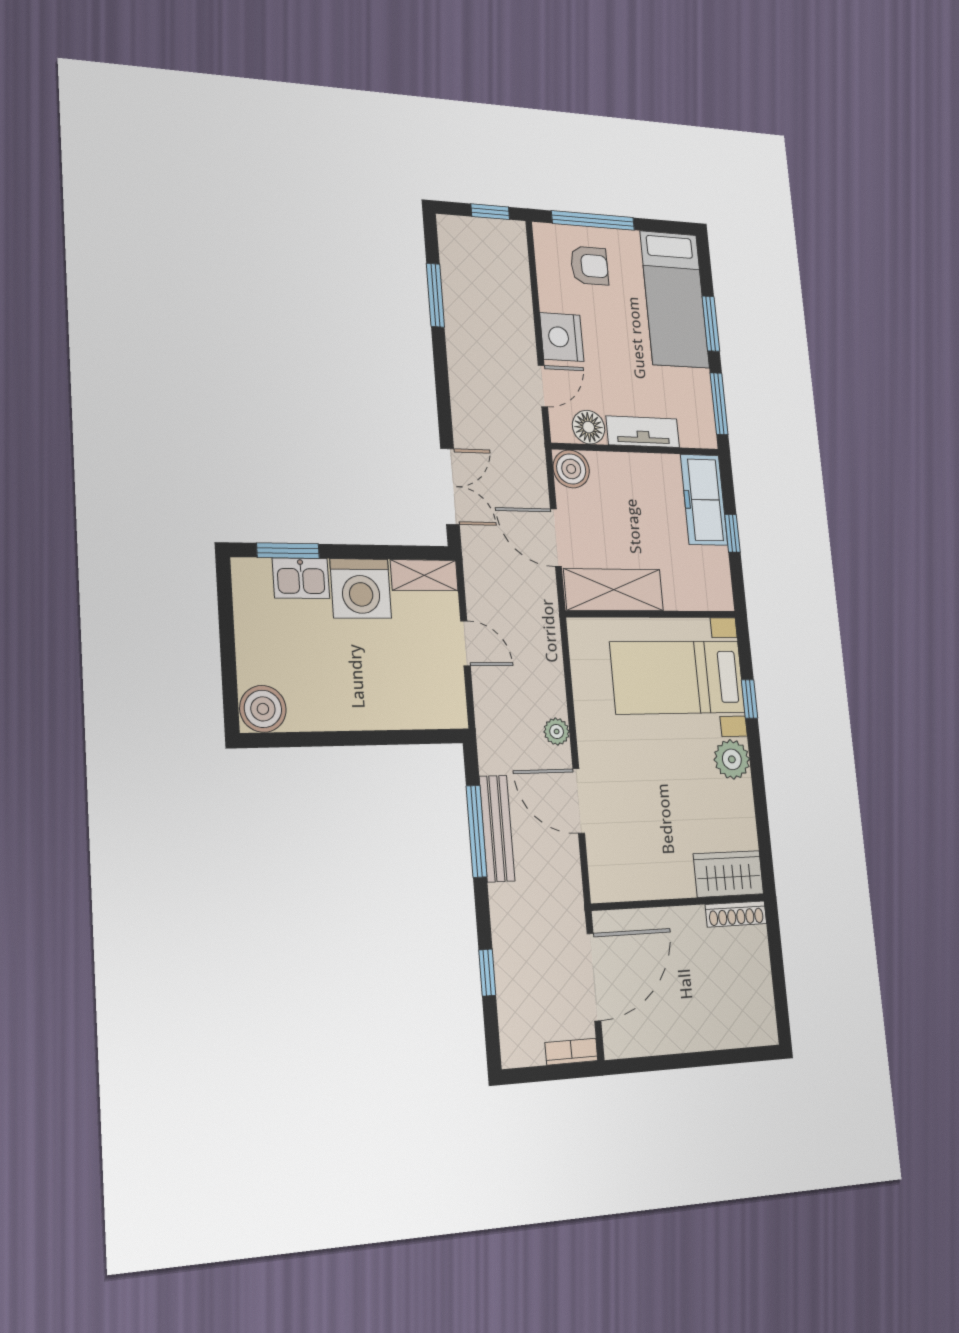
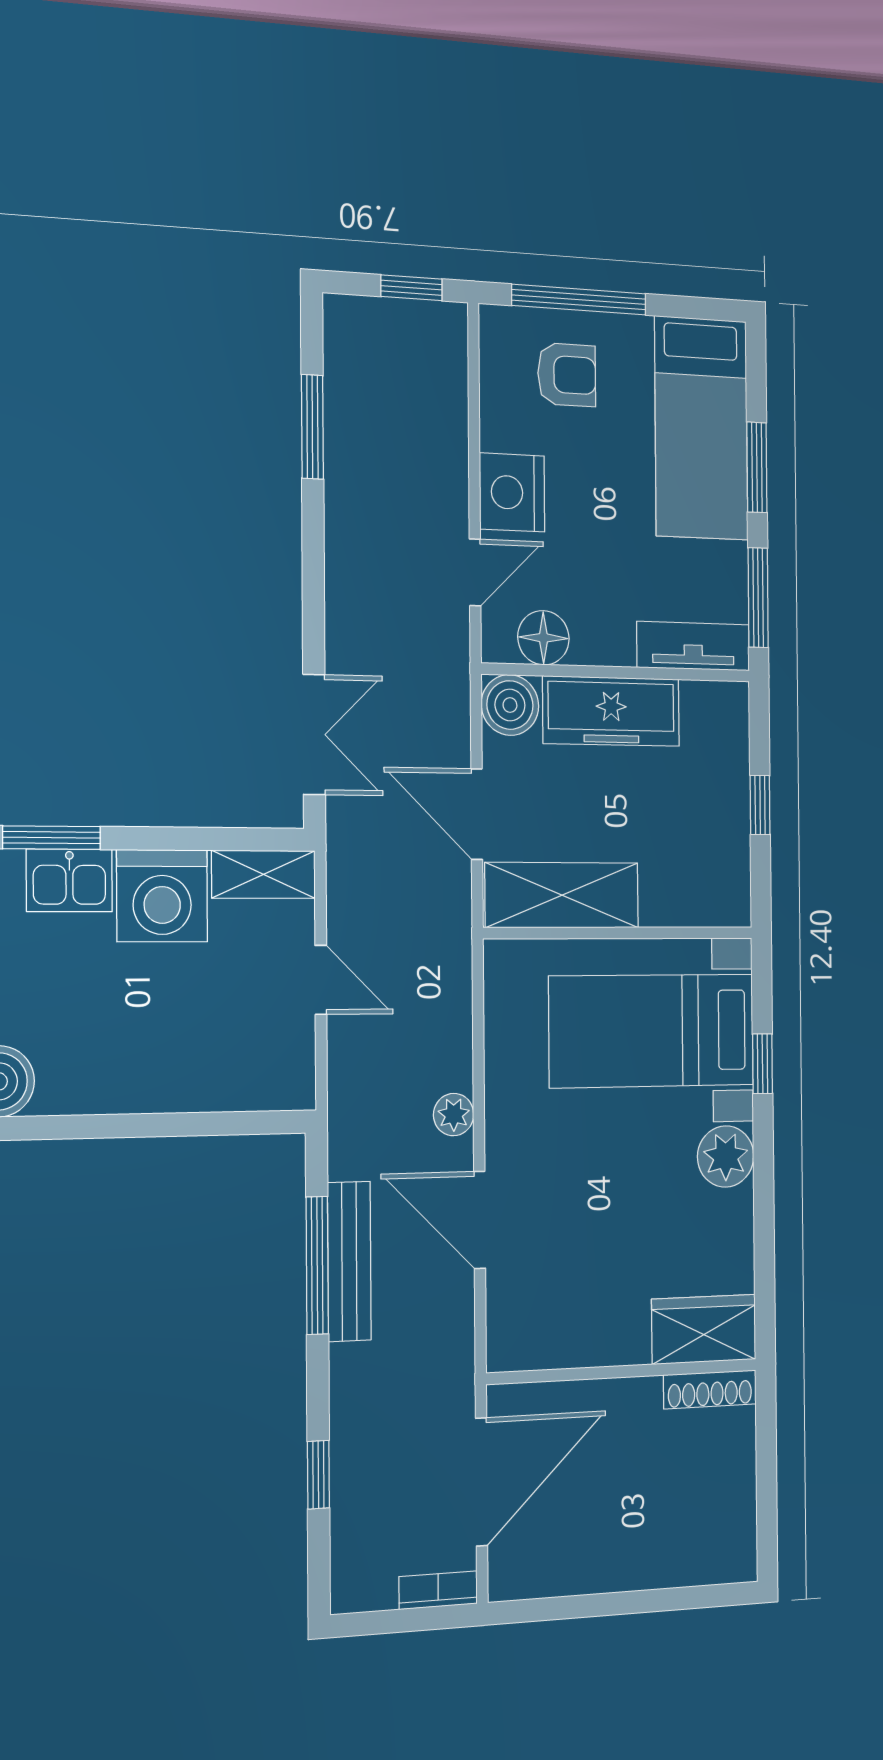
tv unit: (643, 432) -> (693, 646), moved
freezer: (704, 500) -> (611, 711), moved, turned -90

